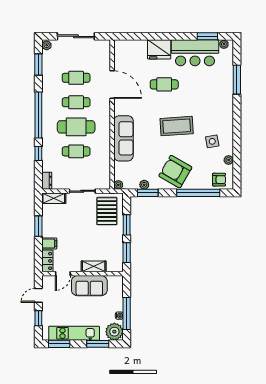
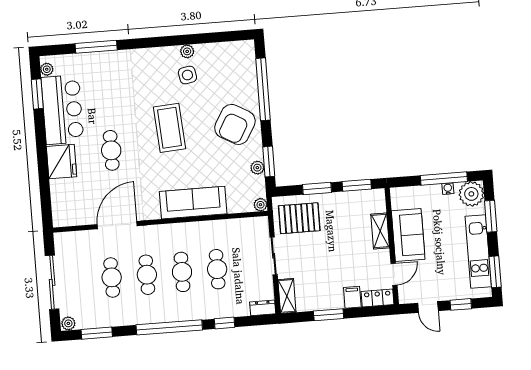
cafe table: (76, 127) -> (182, 272), width x0.73, depth x0.74
plant: (229, 160) -> (187, 51), moved
armchair: (219, 180) -> (242, 61), removed
door: (63, 274) -> (394, 274), hinge flipped

